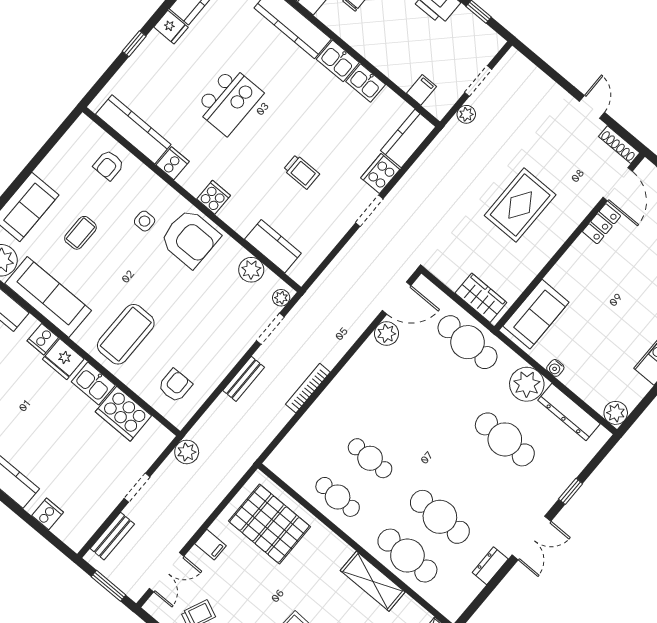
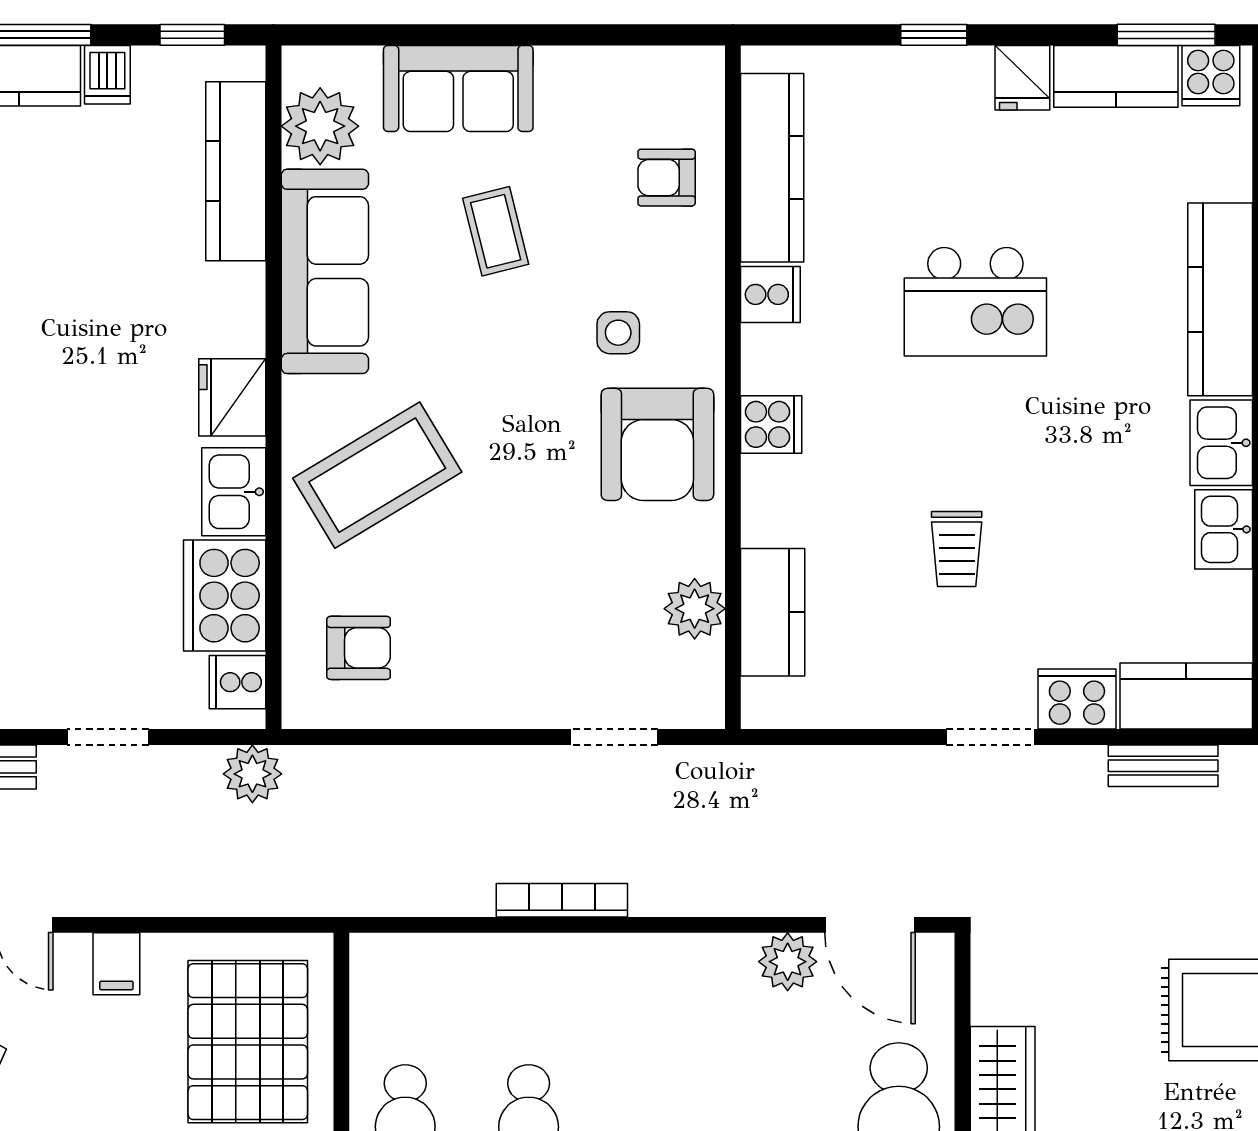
coffee table: (80, 233) -> (496, 231), turned 76
plant: (281, 298) -> (689, 708), removed
coffee table: (126, 334) -> (377, 475), turned -31
cooker: (43, 339) -> (237, 682), moved
bench: (244, 379) -> (1163, 766), moved

